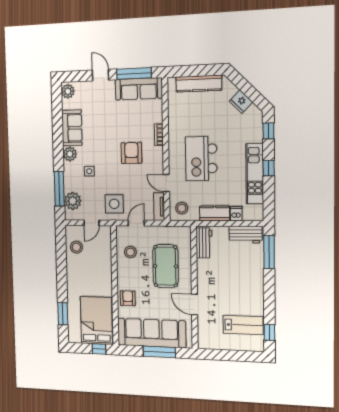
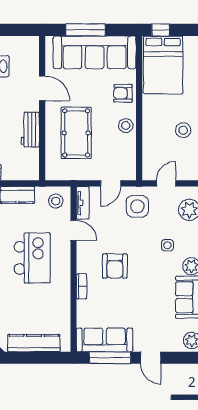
workbench: (204, 243) -> (30, 130), moved
stool: (76, 247) -> (183, 130), moved
stool: (130, 252) -> (126, 126), moved
armchair: (128, 298) -> (123, 93), turned 90

